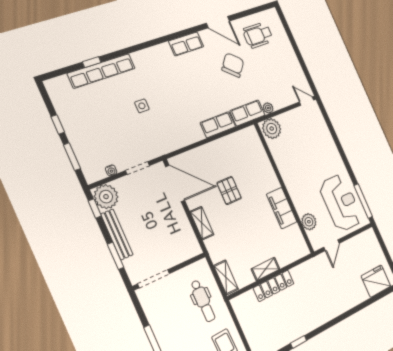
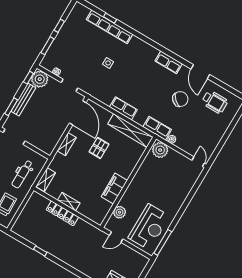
wheelchair: (258, 35) -> (215, 102), turned 180
row of seats: (218, 125) -> (123, 108), moved
shelving: (232, 142) -> (130, 131), added

